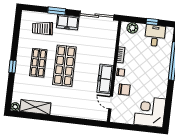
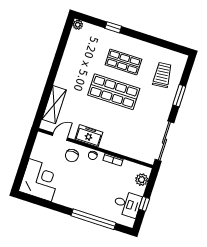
freezer: (68, 22) -> (164, 106), removed
window: (13, 67) -> (113, 27), moved
freezer: (105, 79) -> (89, 136), width x0.71
shelving: (35, 107) -> (54, 105), moved

